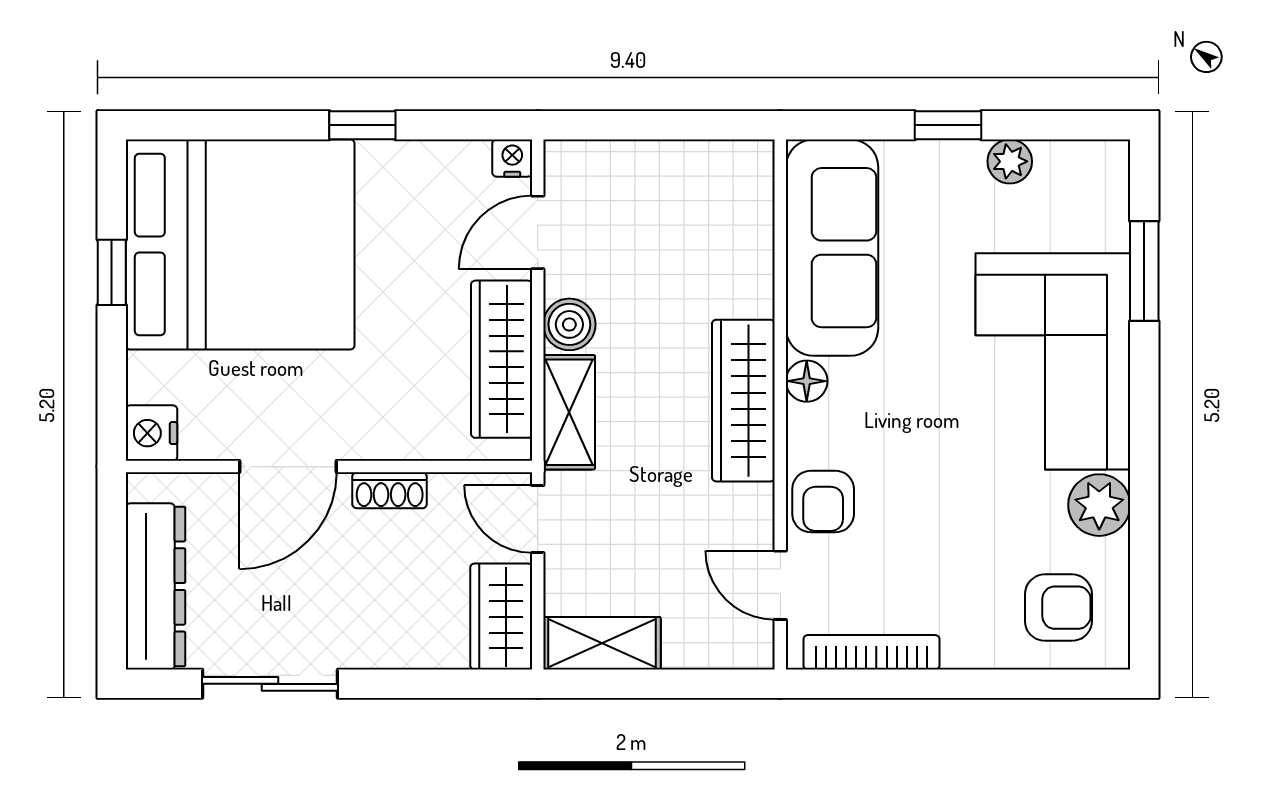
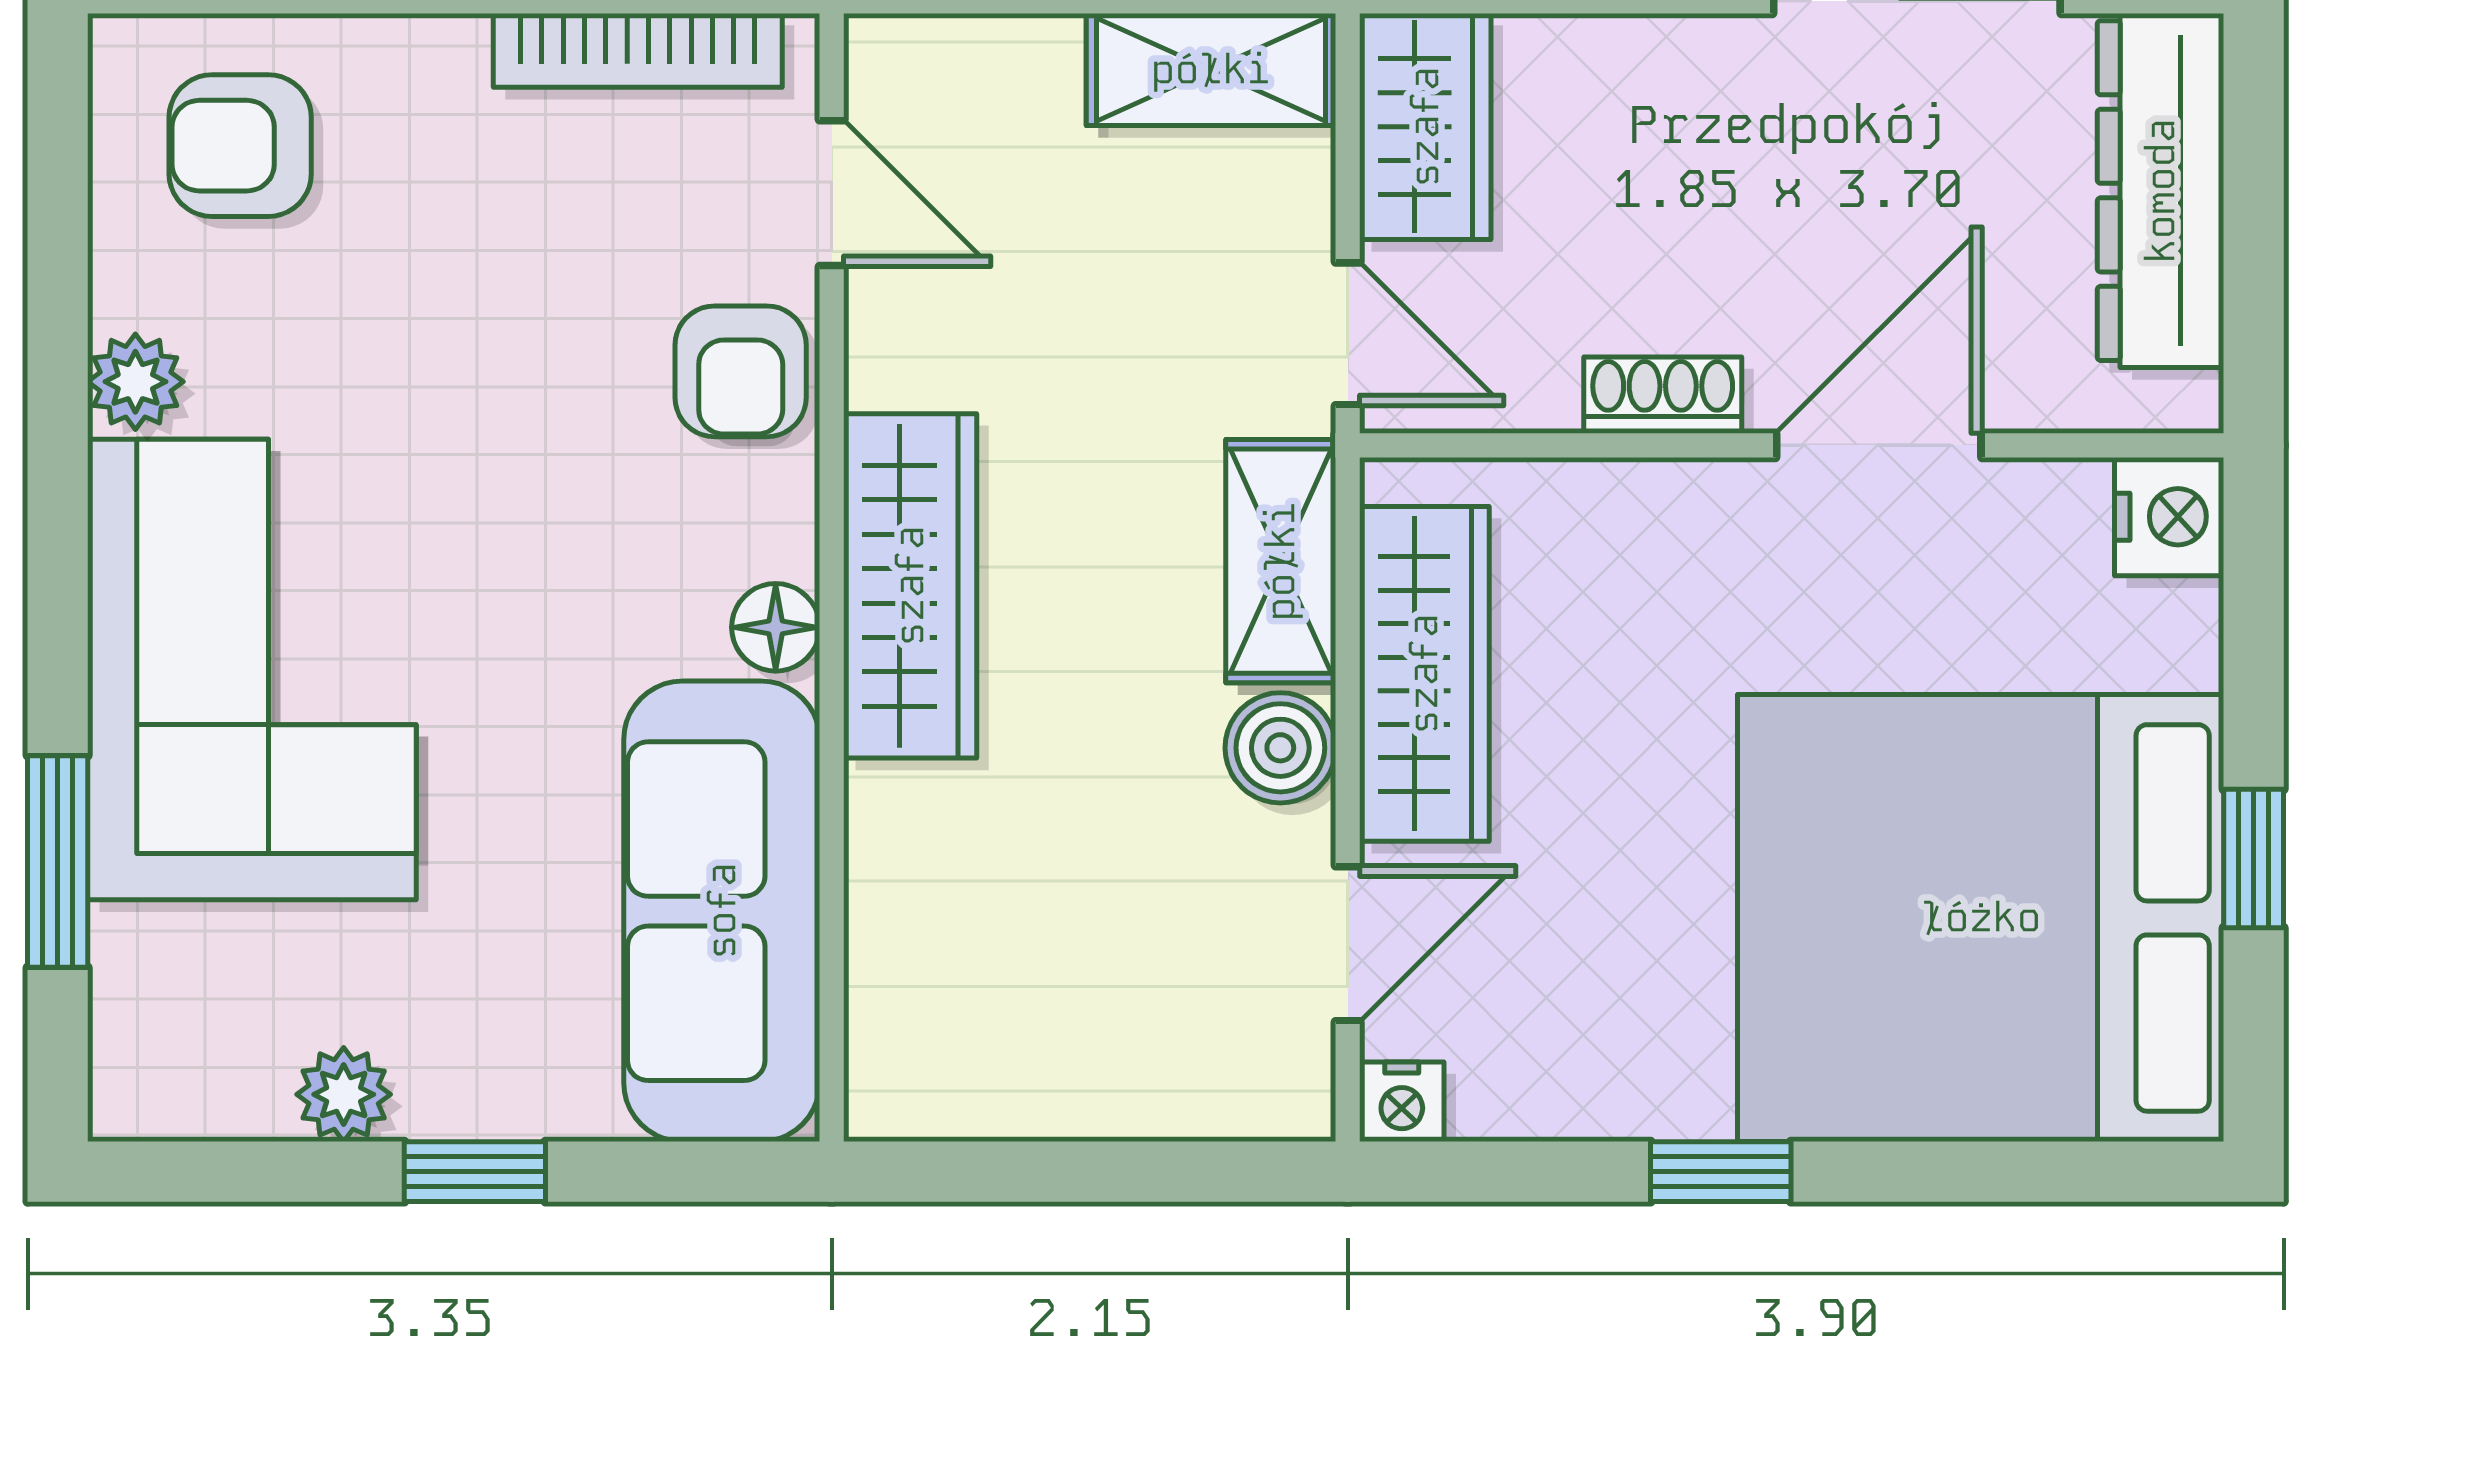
armchair: (823, 501) -> (741, 371), turned 180
plant: (1099, 505) -> (135, 382), width x0.73, depth x0.73

